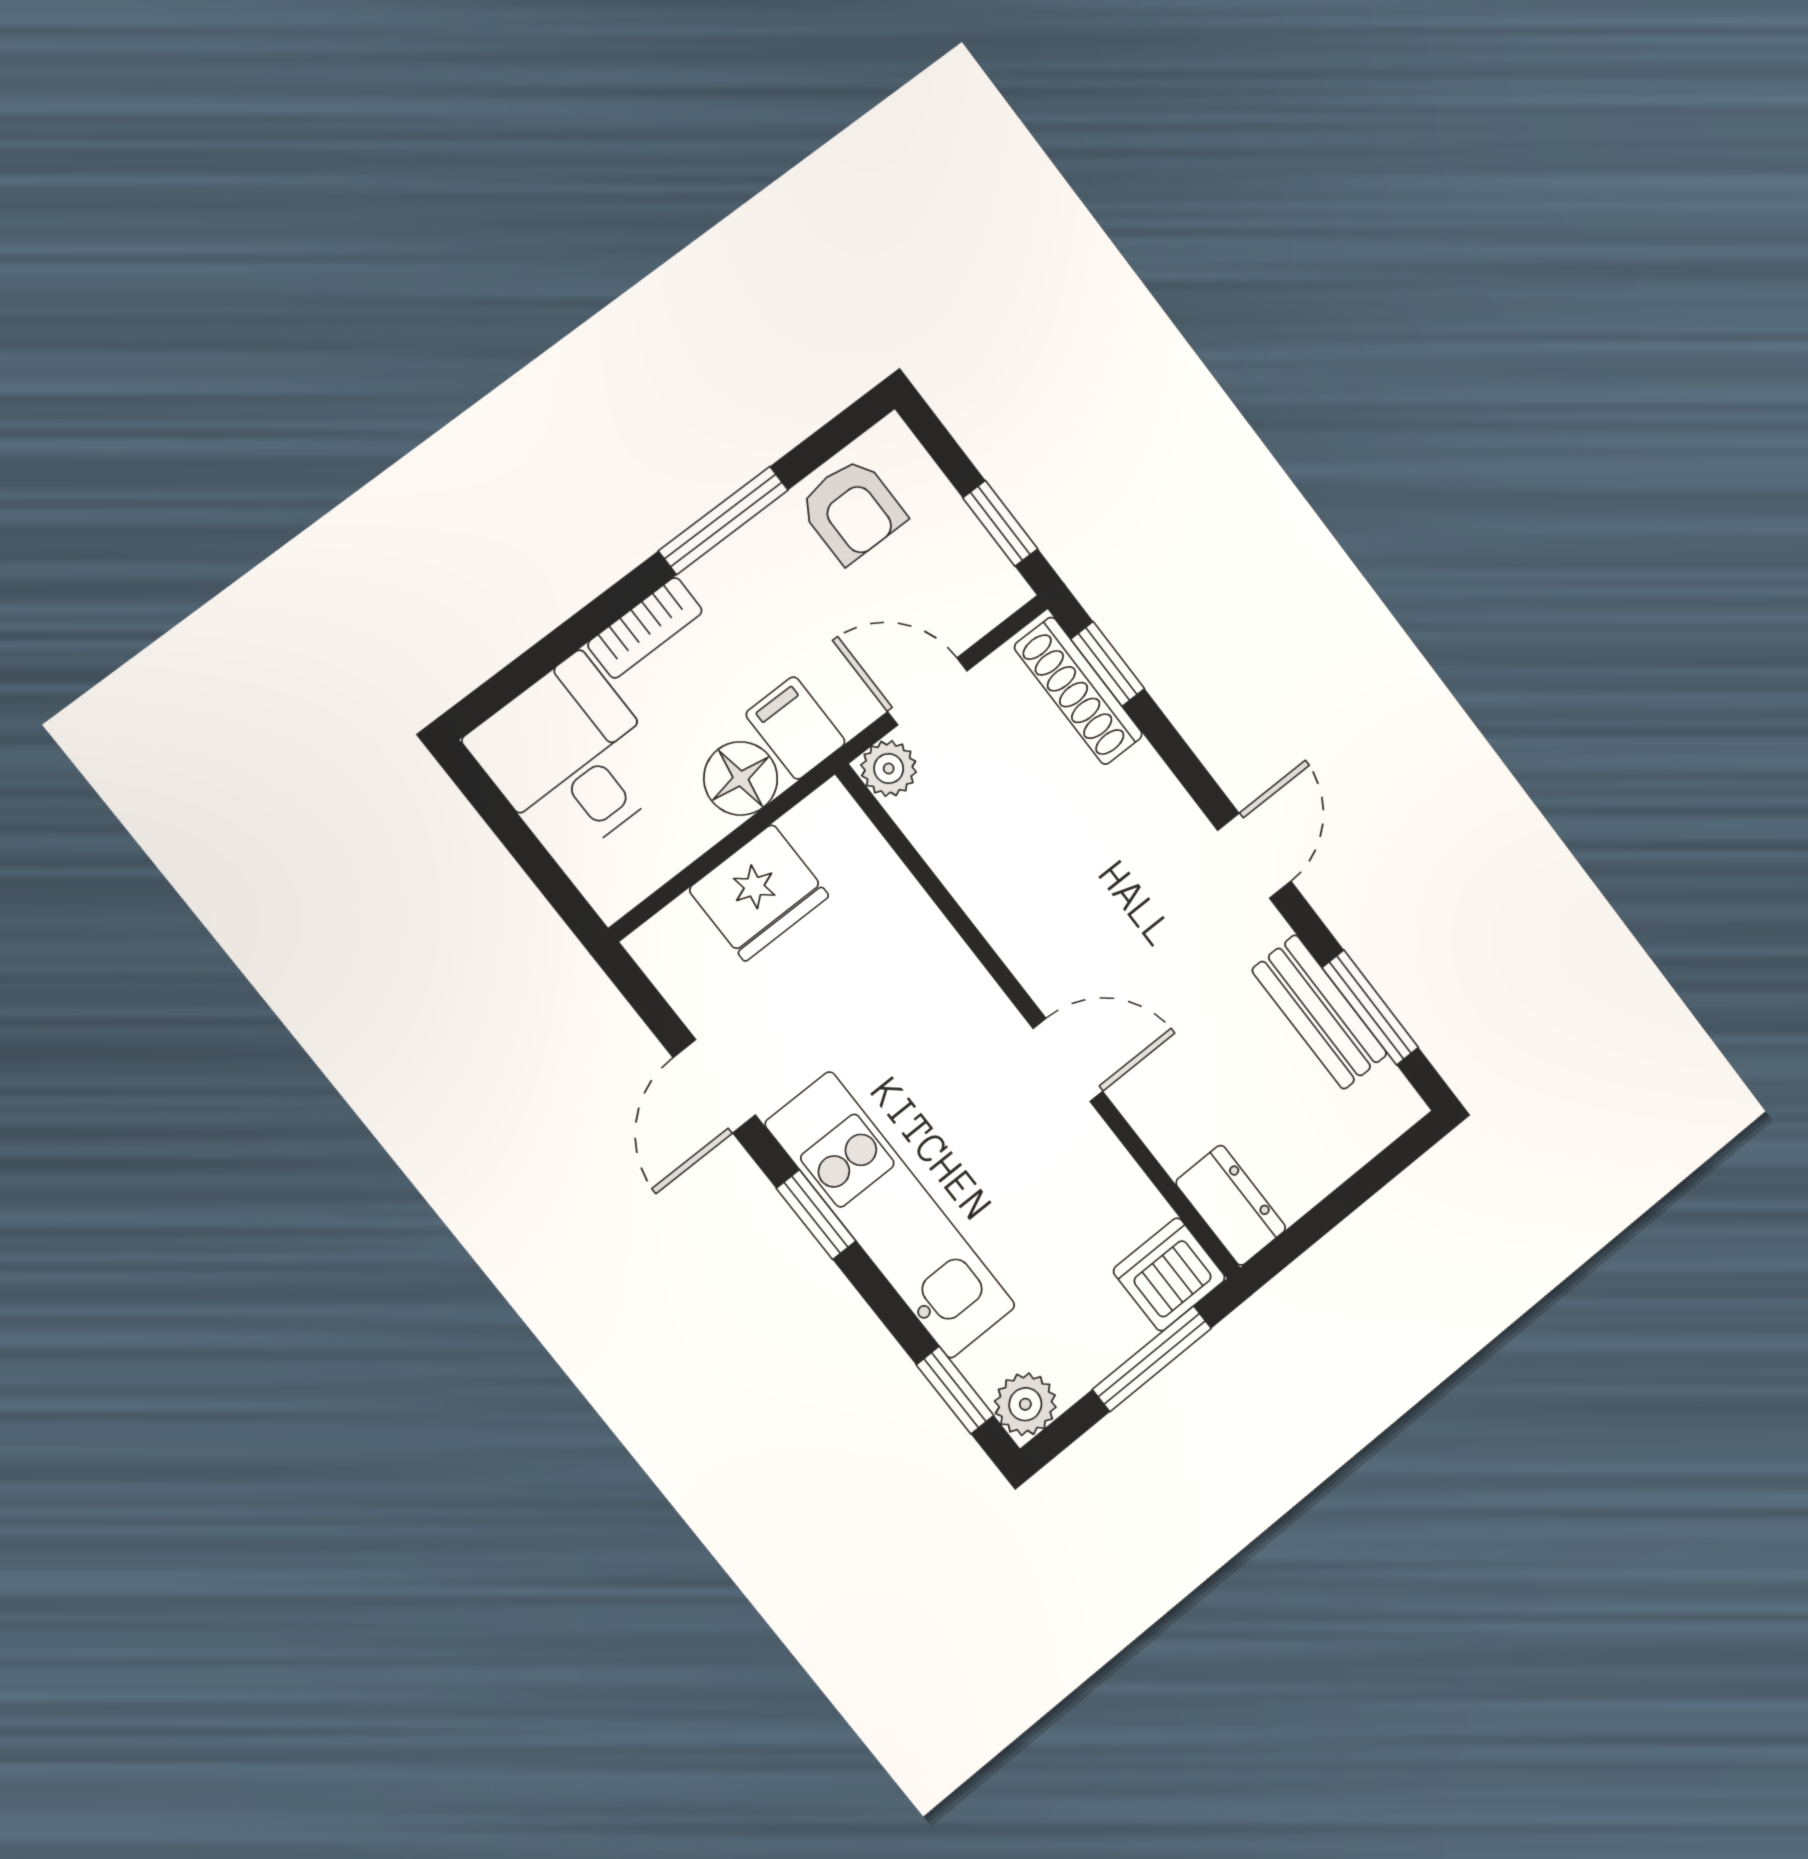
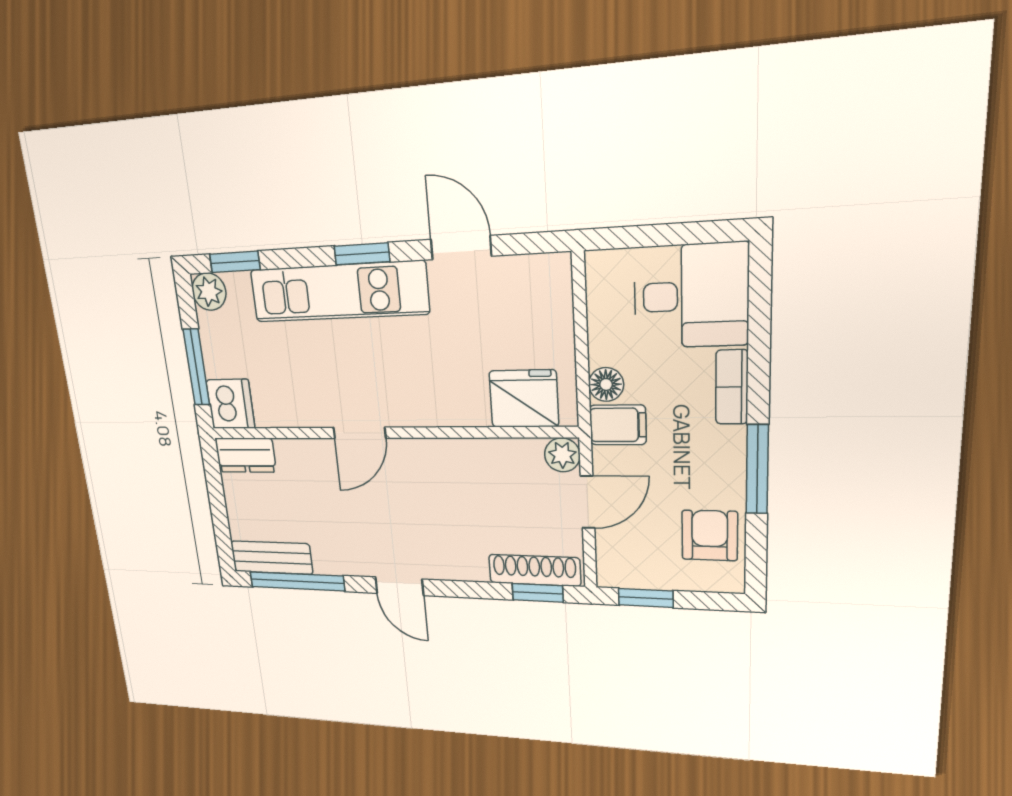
armchair: (852, 510) -> (710, 535), turned 90
floor lamp: (741, 778) -> (606, 384), width x0.73, depth x0.73
fridge: (759, 893) -> (524, 399), moved, turned 90
window: (1370, 1008) -> (297, 581), width x1.44
bench: (1319, 1012) -> (272, 558), moved

